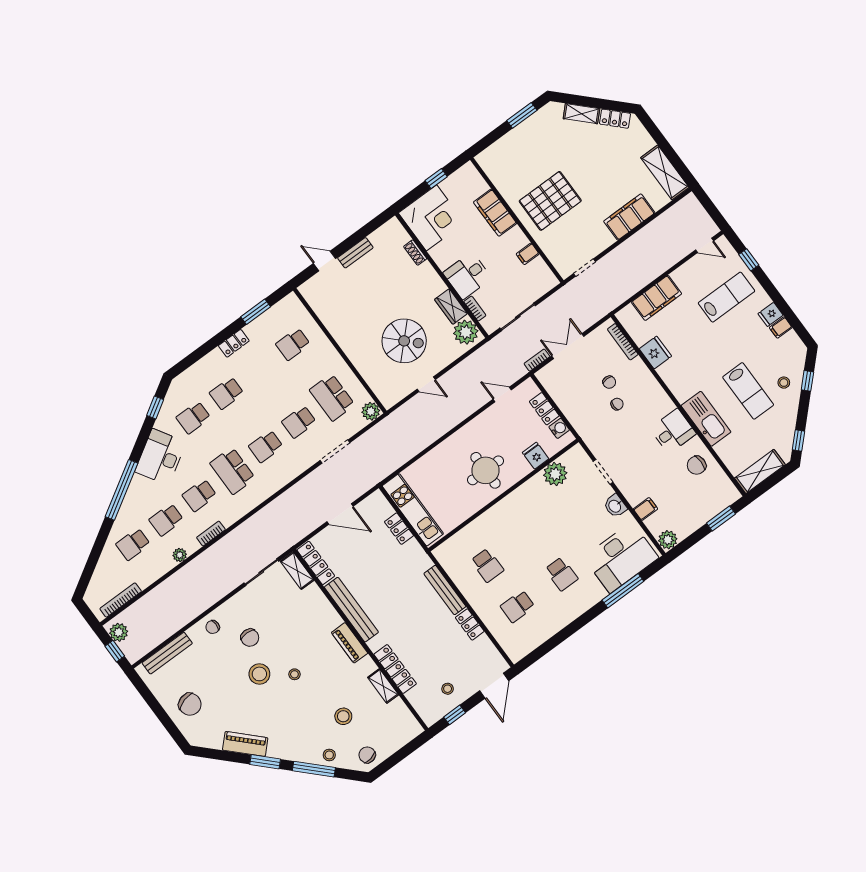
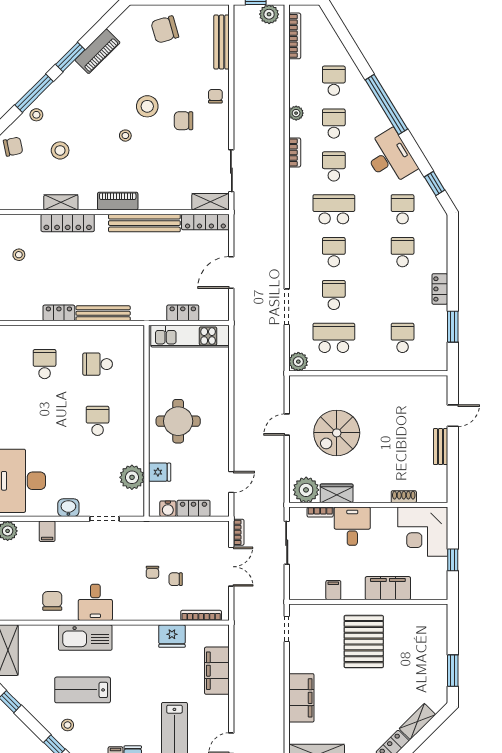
school desk: (561, 574) -> (98, 421), moved, turned 90

